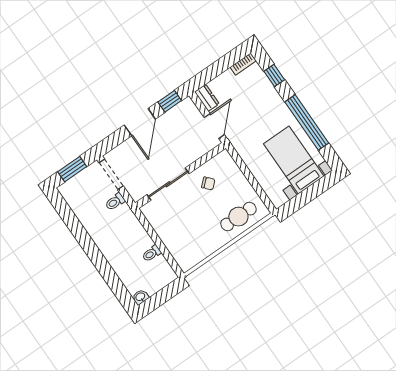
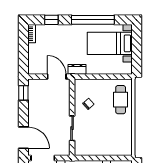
dresser: (207, 98) -> (77, 69), moved
door: (140, 122) -> (23, 138), moved
sliding door: (168, 184) -> (72, 128), width x0.73

